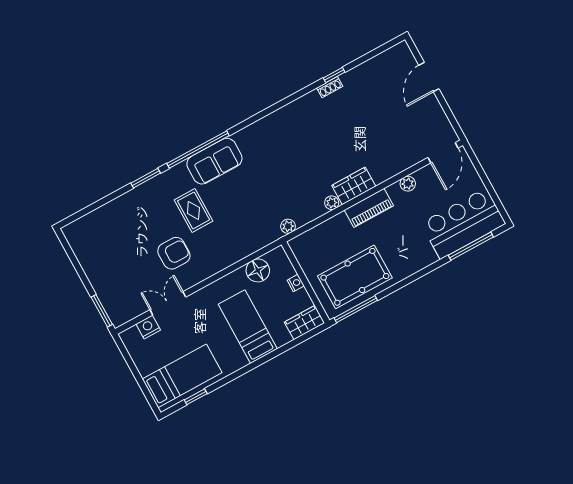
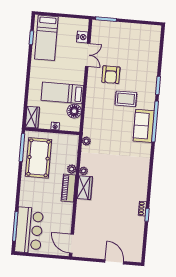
plant: (408, 184) -> (72, 169), moved
bed: (248, 327) -> (62, 93), moved, turned 180

